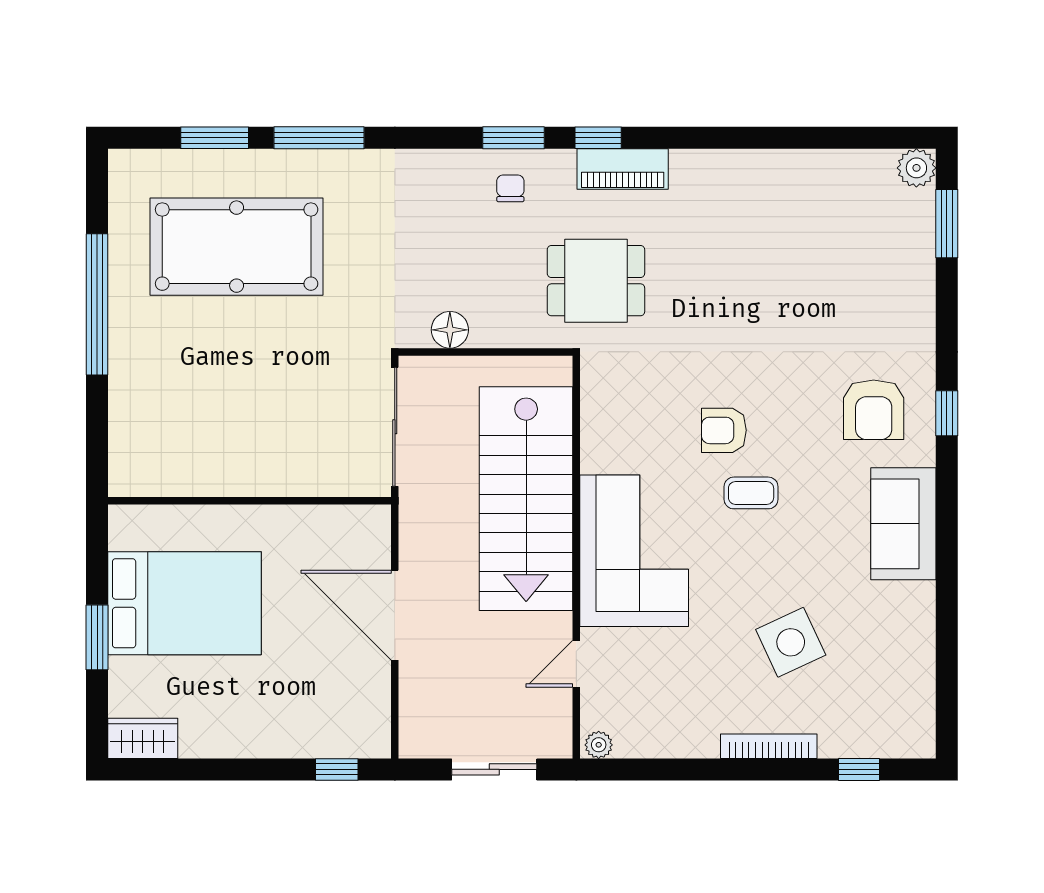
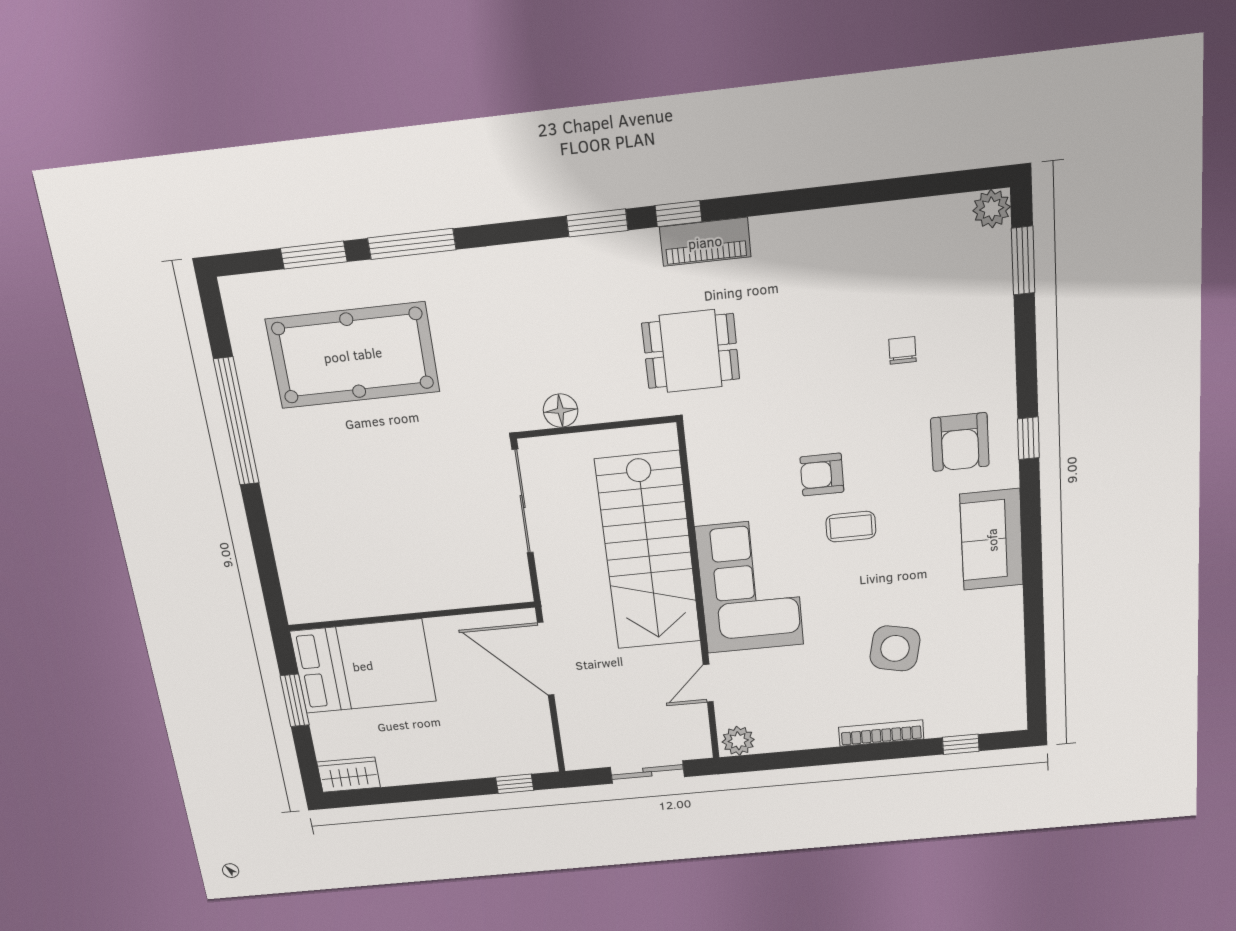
chair: (510, 188) -> (902, 350), moved
wall: (250, 501) -> (411, 616), moved
side table: (791, 642) -> (895, 648), turned 37
plant: (599, 745) -> (738, 741), width x1.38, depth x1.38

